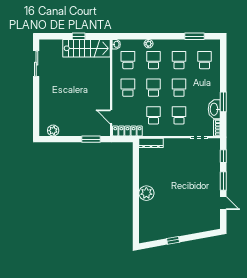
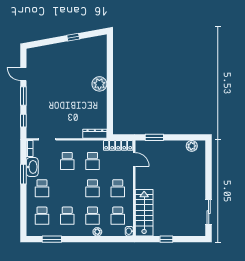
stairs: (87, 48) -> (144, 213), moved, turned 90
school desk: (179, 88) -> (42, 188), moved

